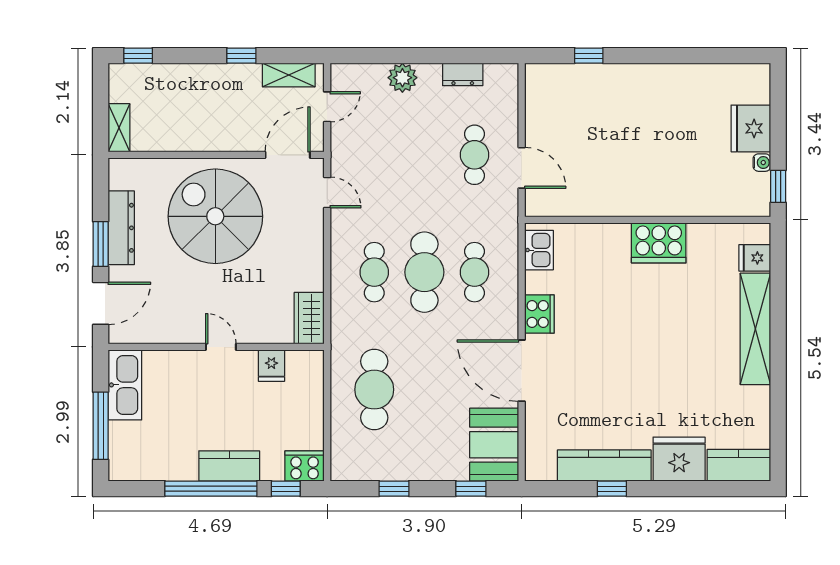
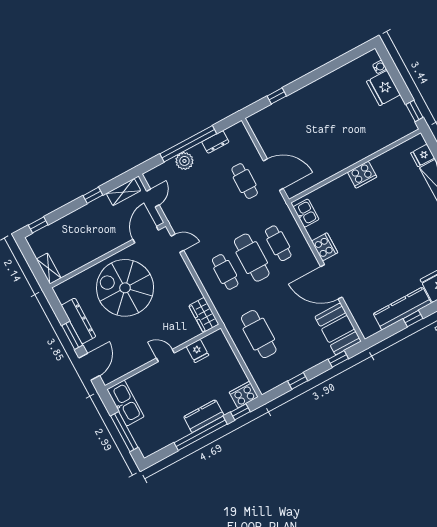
window: (422, 56) -> (188, 144), added
water cooler: (762, 163) -> (380, 67), moved
door: (522, 168) -> (273, 175), width x1.36
cooker: (659, 243) -> (362, 175), width x0.73, depth x0.76

